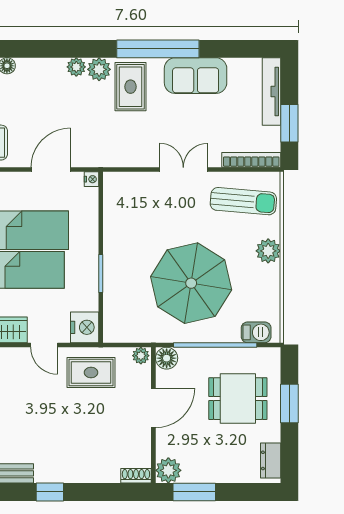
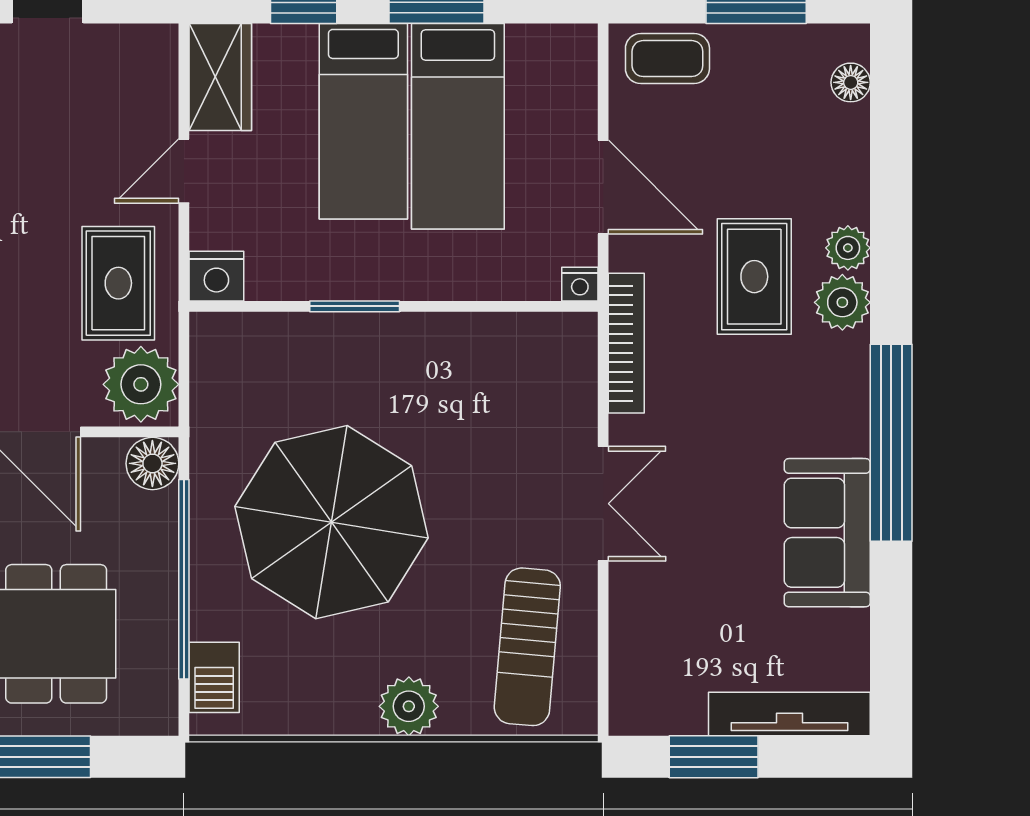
rug: (130, 87) -> (754, 277), moved, turned 90
bookcase: (251, 160) -> (626, 343), moved
nightstand: (85, 327) -> (216, 276), width x0.74, depth x0.75
plant: (141, 356) -> (141, 384), width x1.88, depth x1.88

